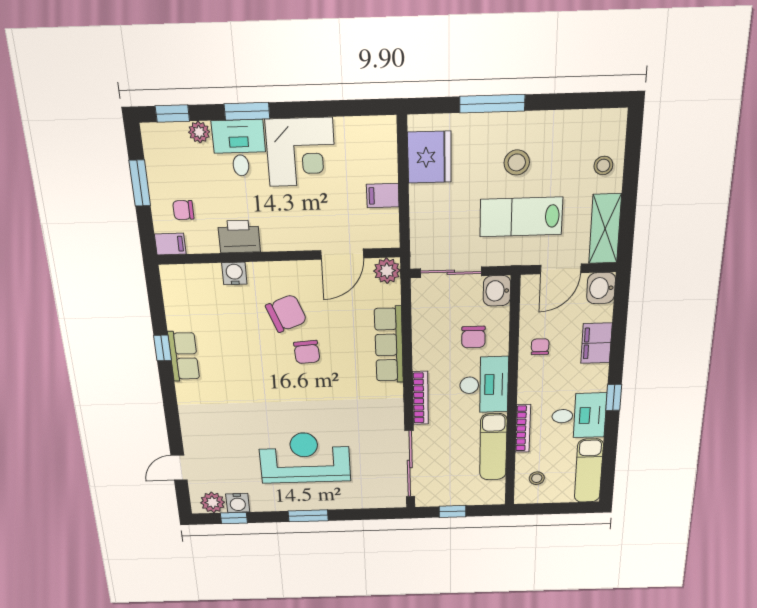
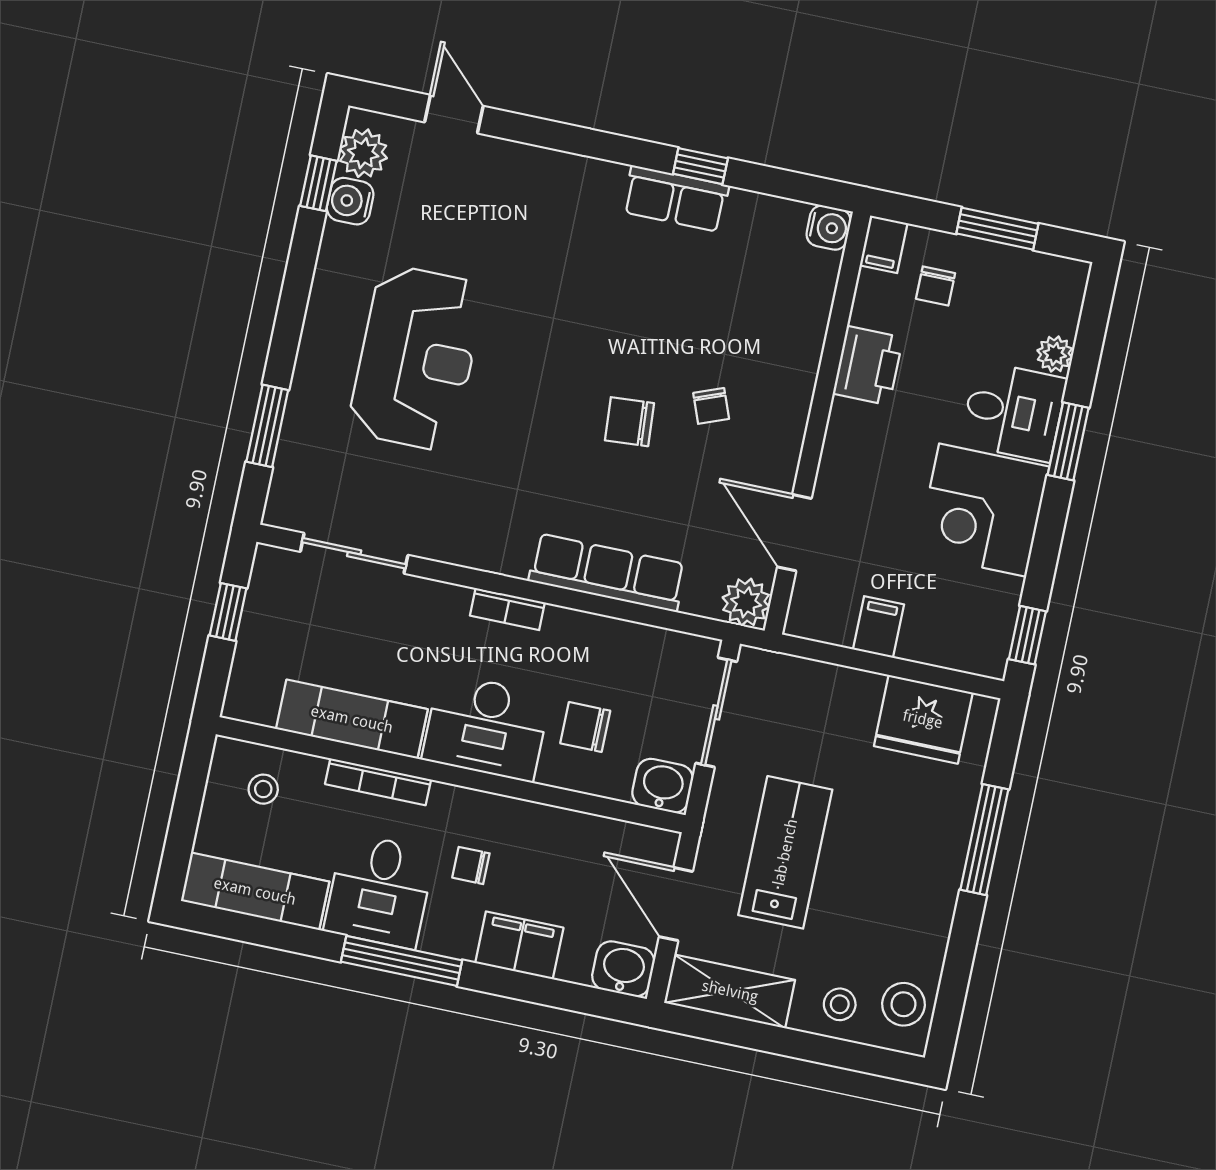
window: (172, 114) -> (1027, 635), moved
stool: (517, 162) -> (903, 1004), moved
chair: (183, 210) -> (936, 286), turned 180
water cooler: (234, 273) -> (829, 228), moved
chair: (286, 313) -> (711, 406), width x0.54, depth x0.54
chair: (540, 347) -> (471, 866), moved, turned 180
window: (614, 397) -> (402, 961), width x2.17
bookcase: (420, 398) -> (507, 609), width x0.64
sliding door: (410, 464) -> (354, 553), width x0.73
window: (308, 516) -> (267, 426), moved

